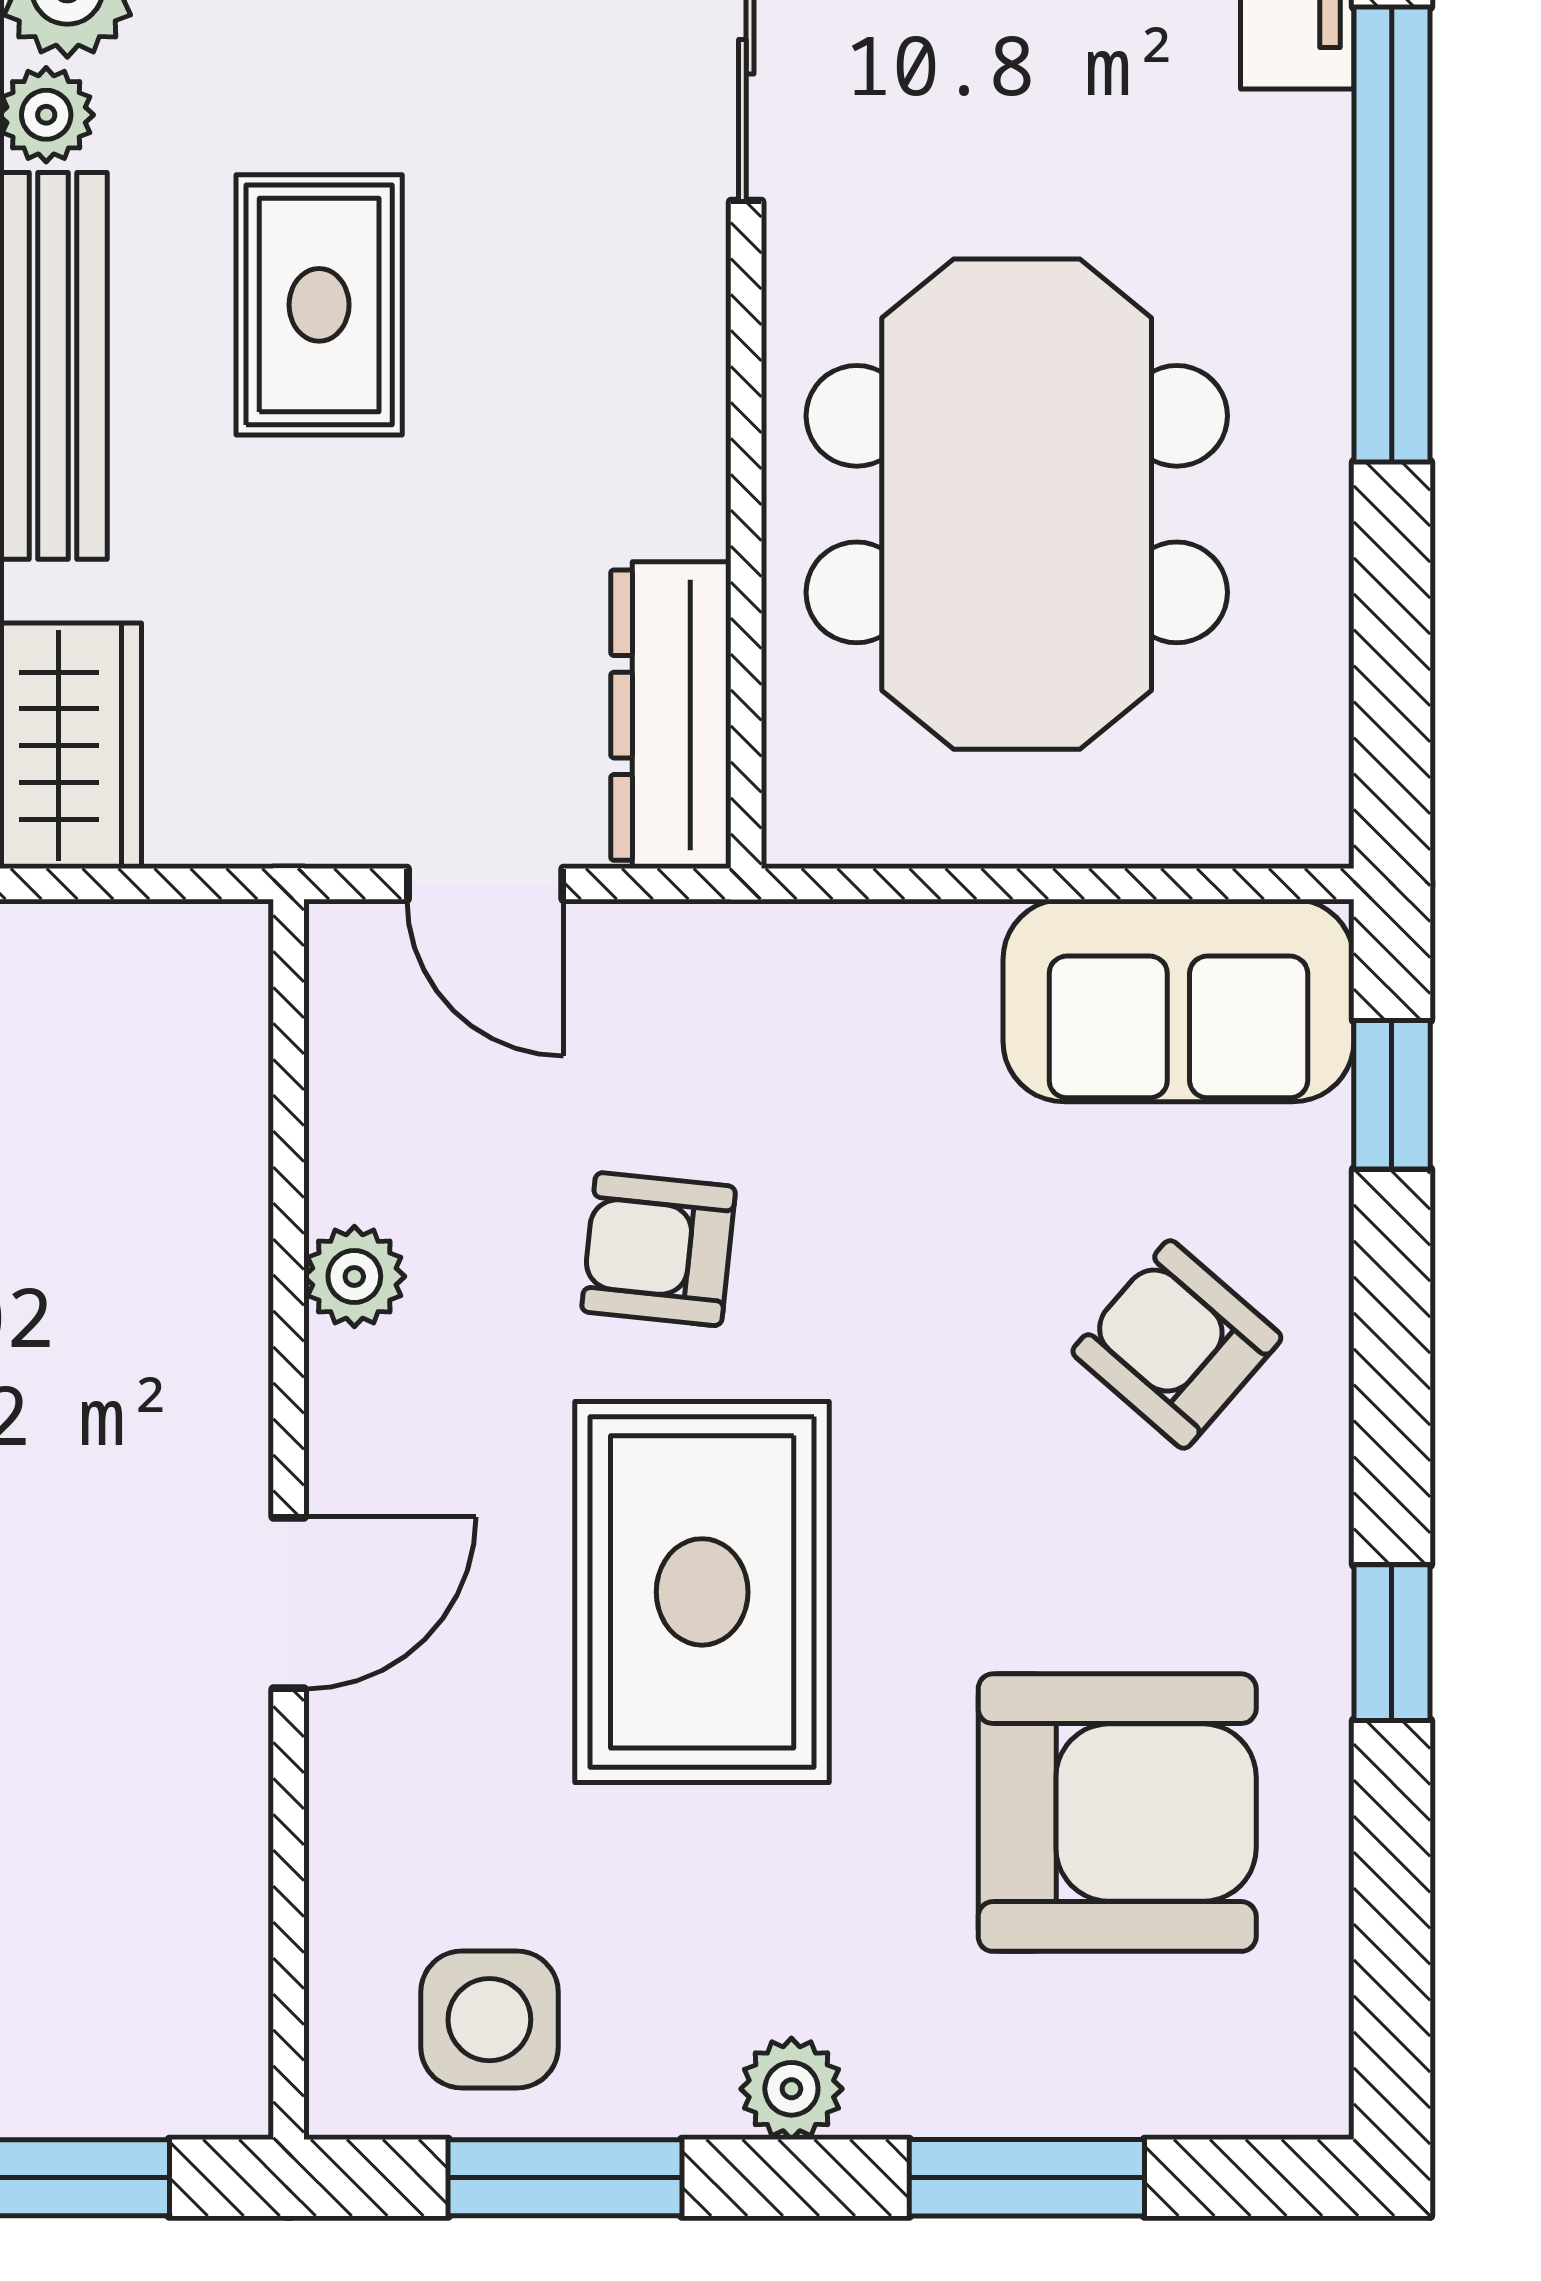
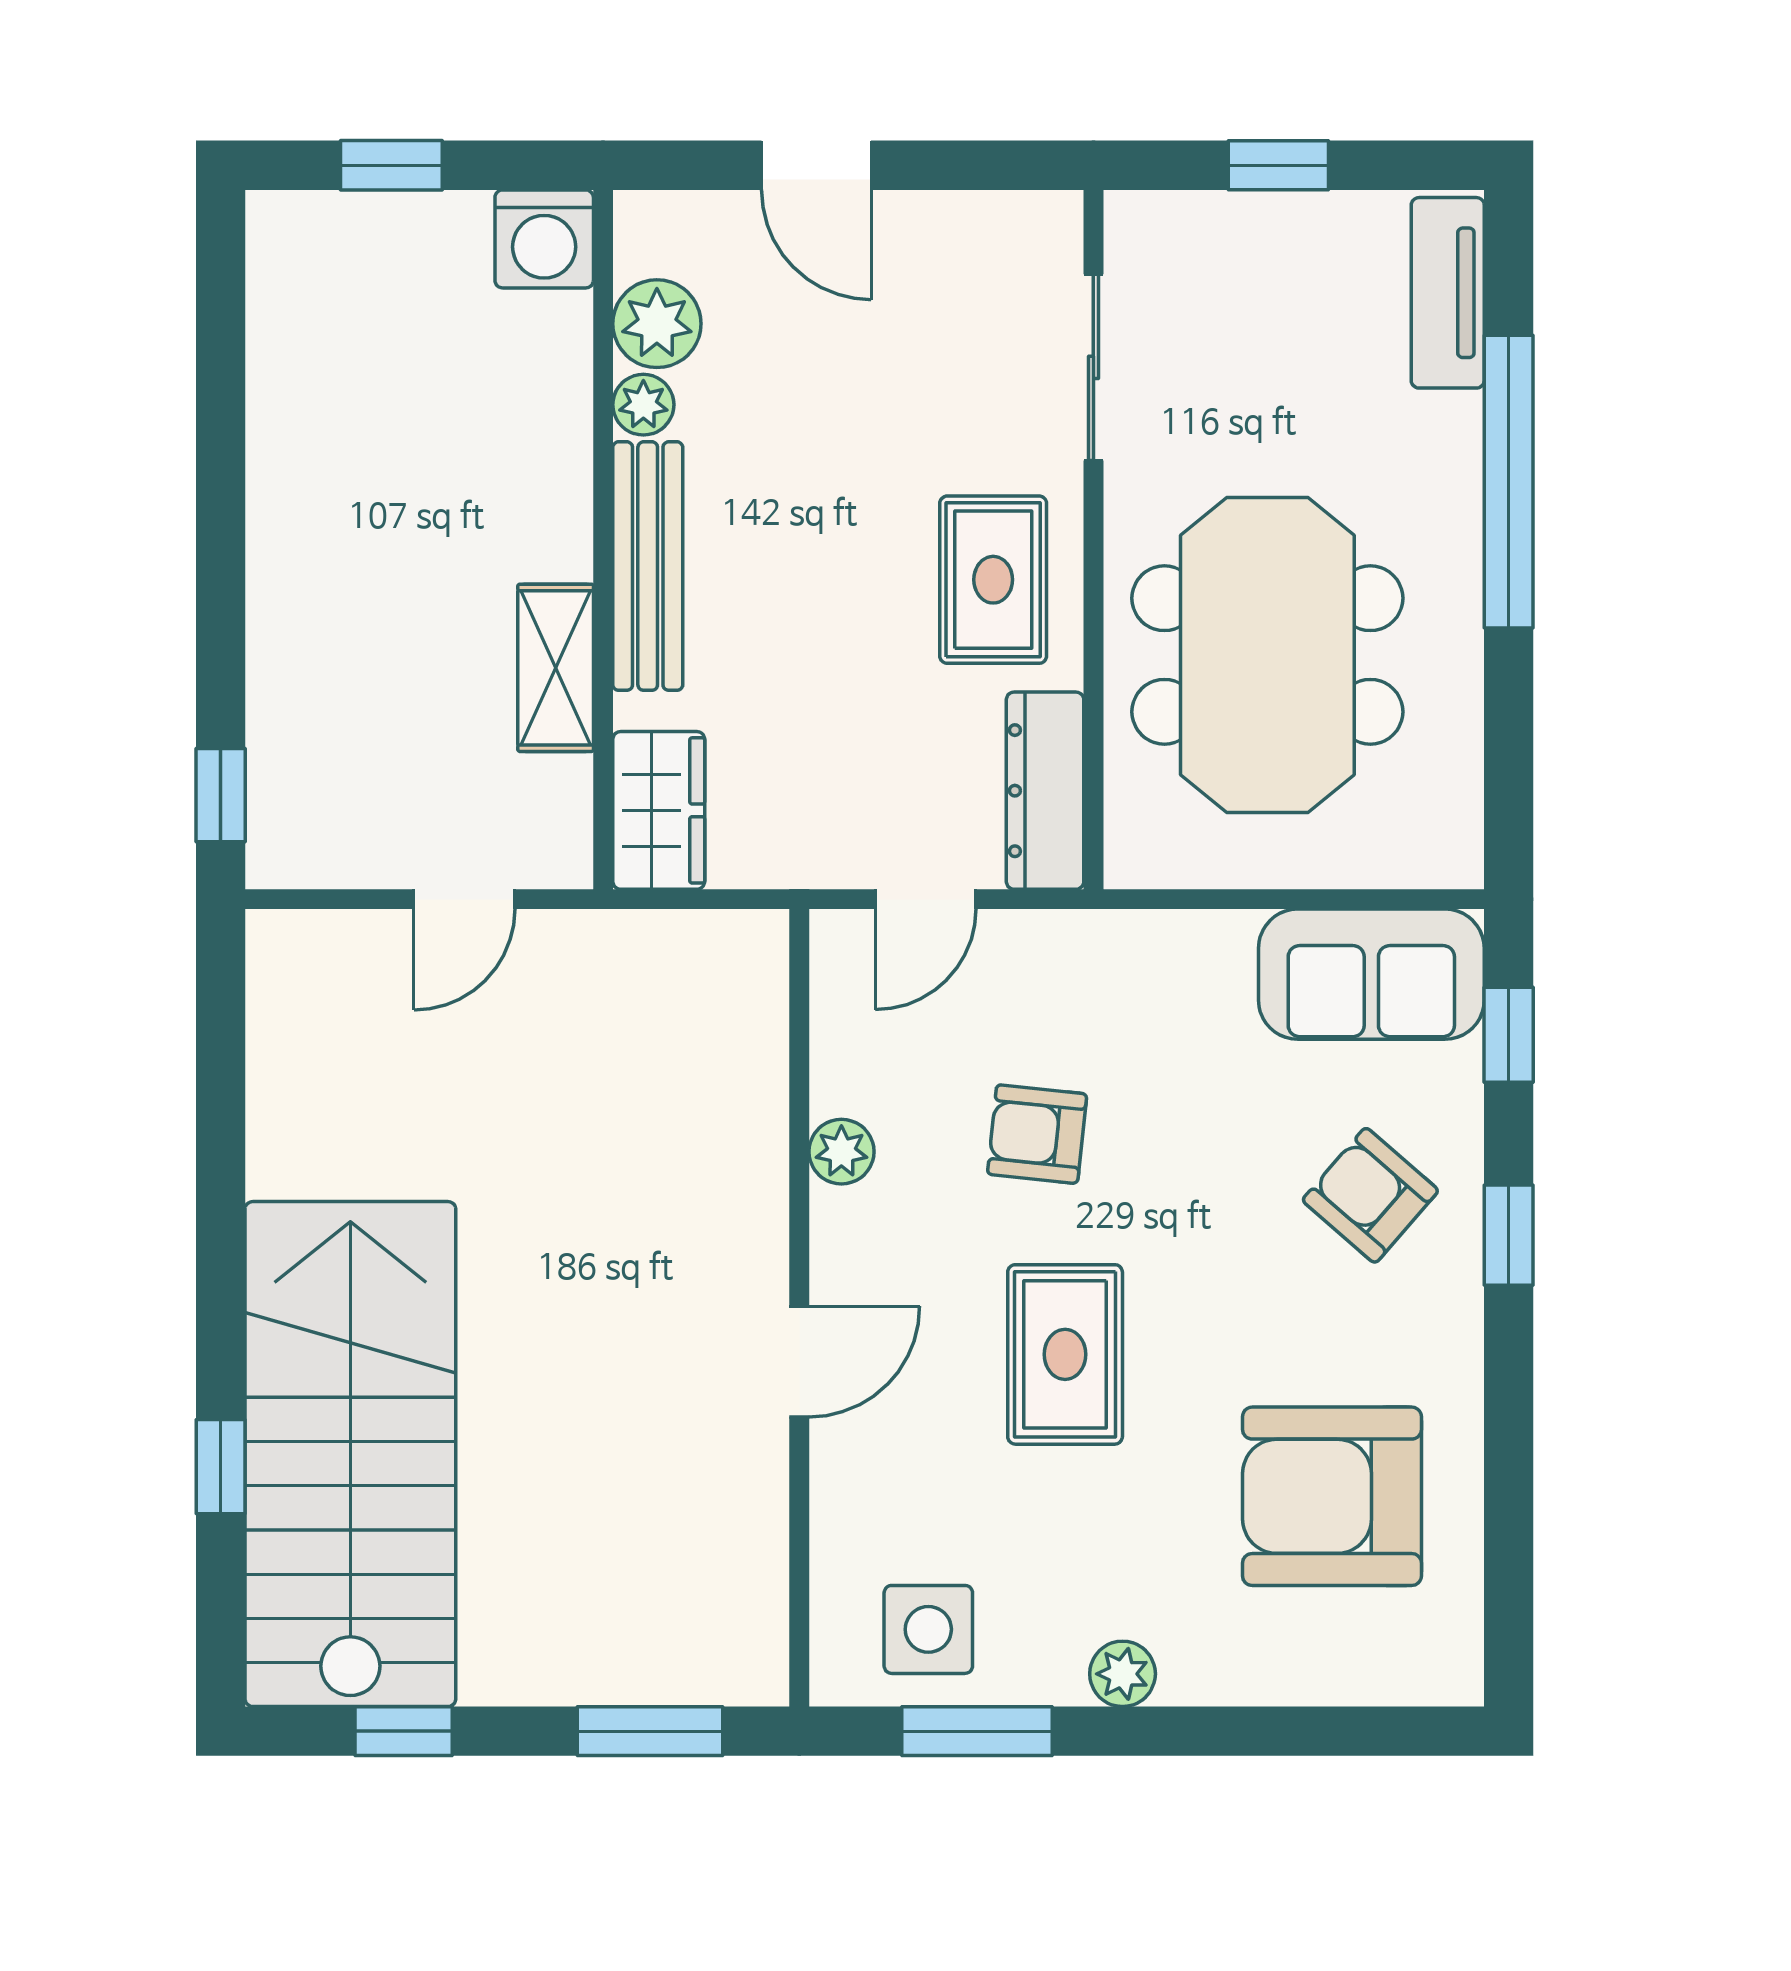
rug: (319, 305) -> (993, 580), moved
door: (485, 884) -> (926, 899), hinge flipped
rug: (702, 1592) -> (1065, 1354), width x0.73, depth x0.70
window: (1392, 1643) -> (1509, 1235), moved
armchair: (1117, 1813) -> (1332, 1496), turned 180
window: (1027, 2178) -> (1274, 1731), removed

